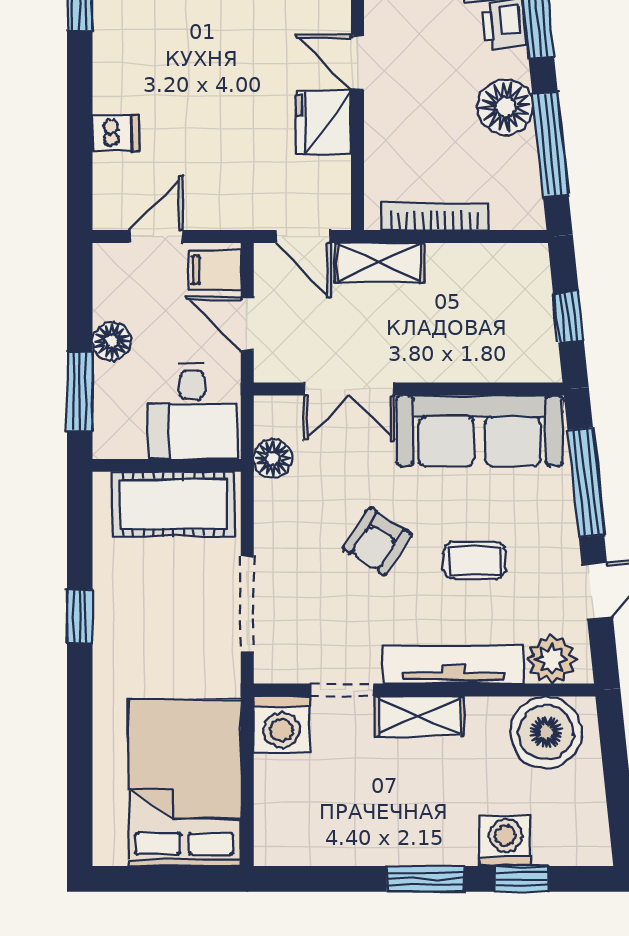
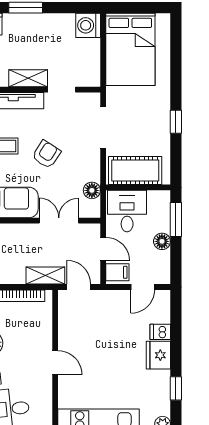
fridge: (324, 122) -> (158, 355), moved, turned 180
washing machine: (282, 724) -> (88, 25), moved, turned -90

